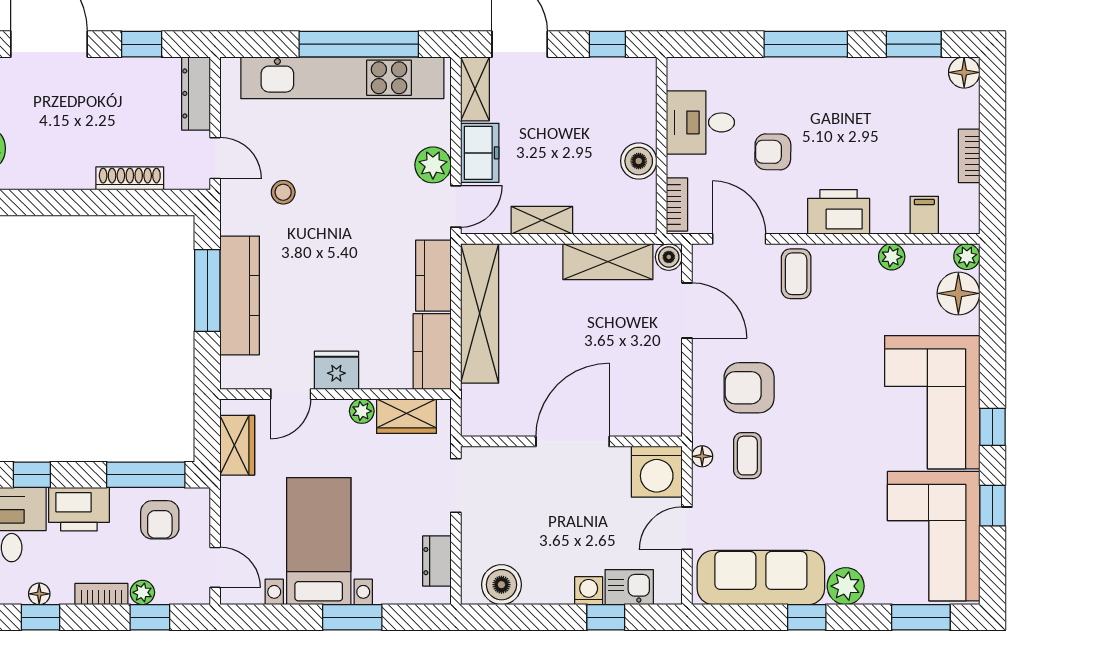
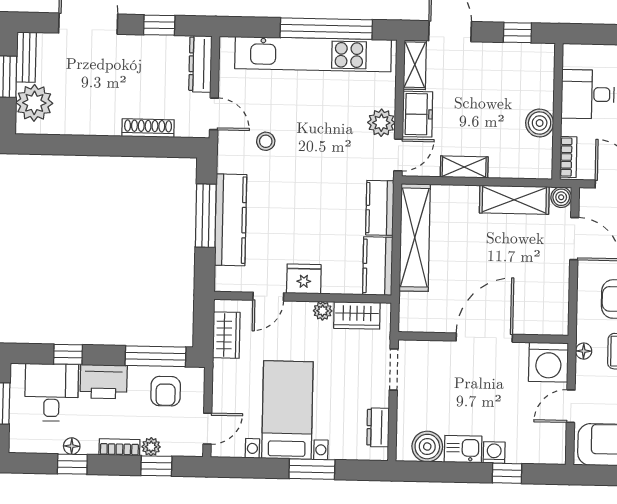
door: (215, 567) -> (207, 429), hinge flipped
kitchen sink: (629, 587) -> (463, 449), moved

